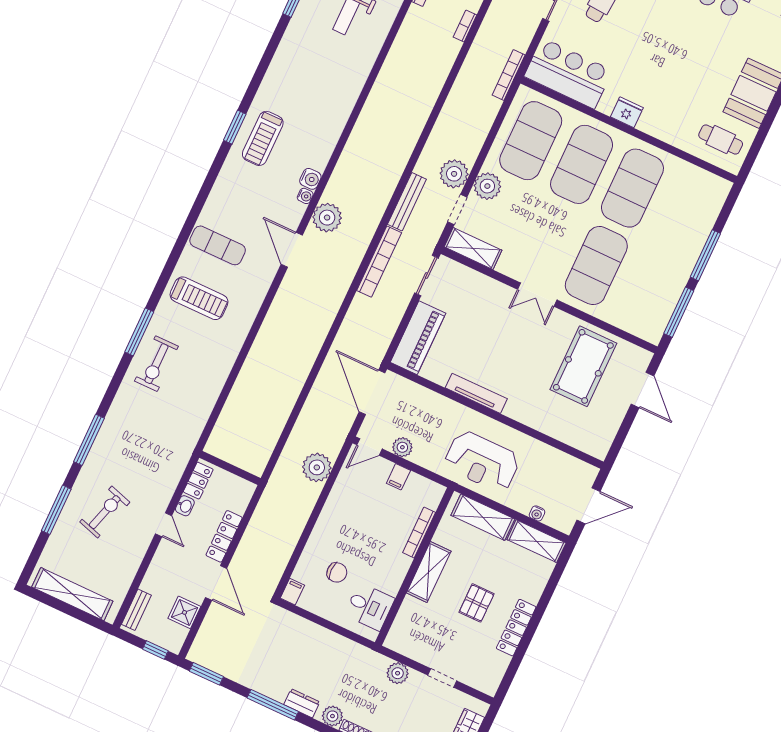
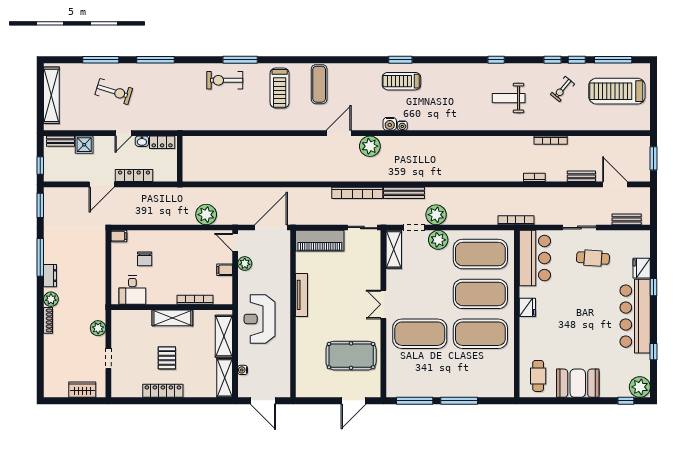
water cooler: (305, 196) -> (402, 126), moved
pallet: (477, 603) -> (167, 358), turned 90
shower: (184, 612) -> (84, 145), moved

